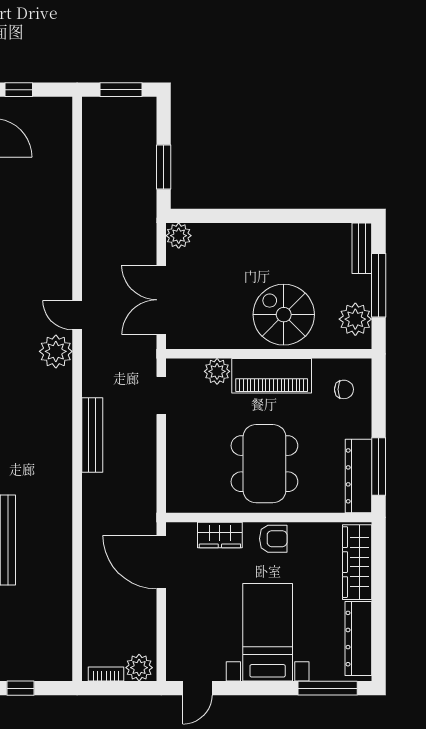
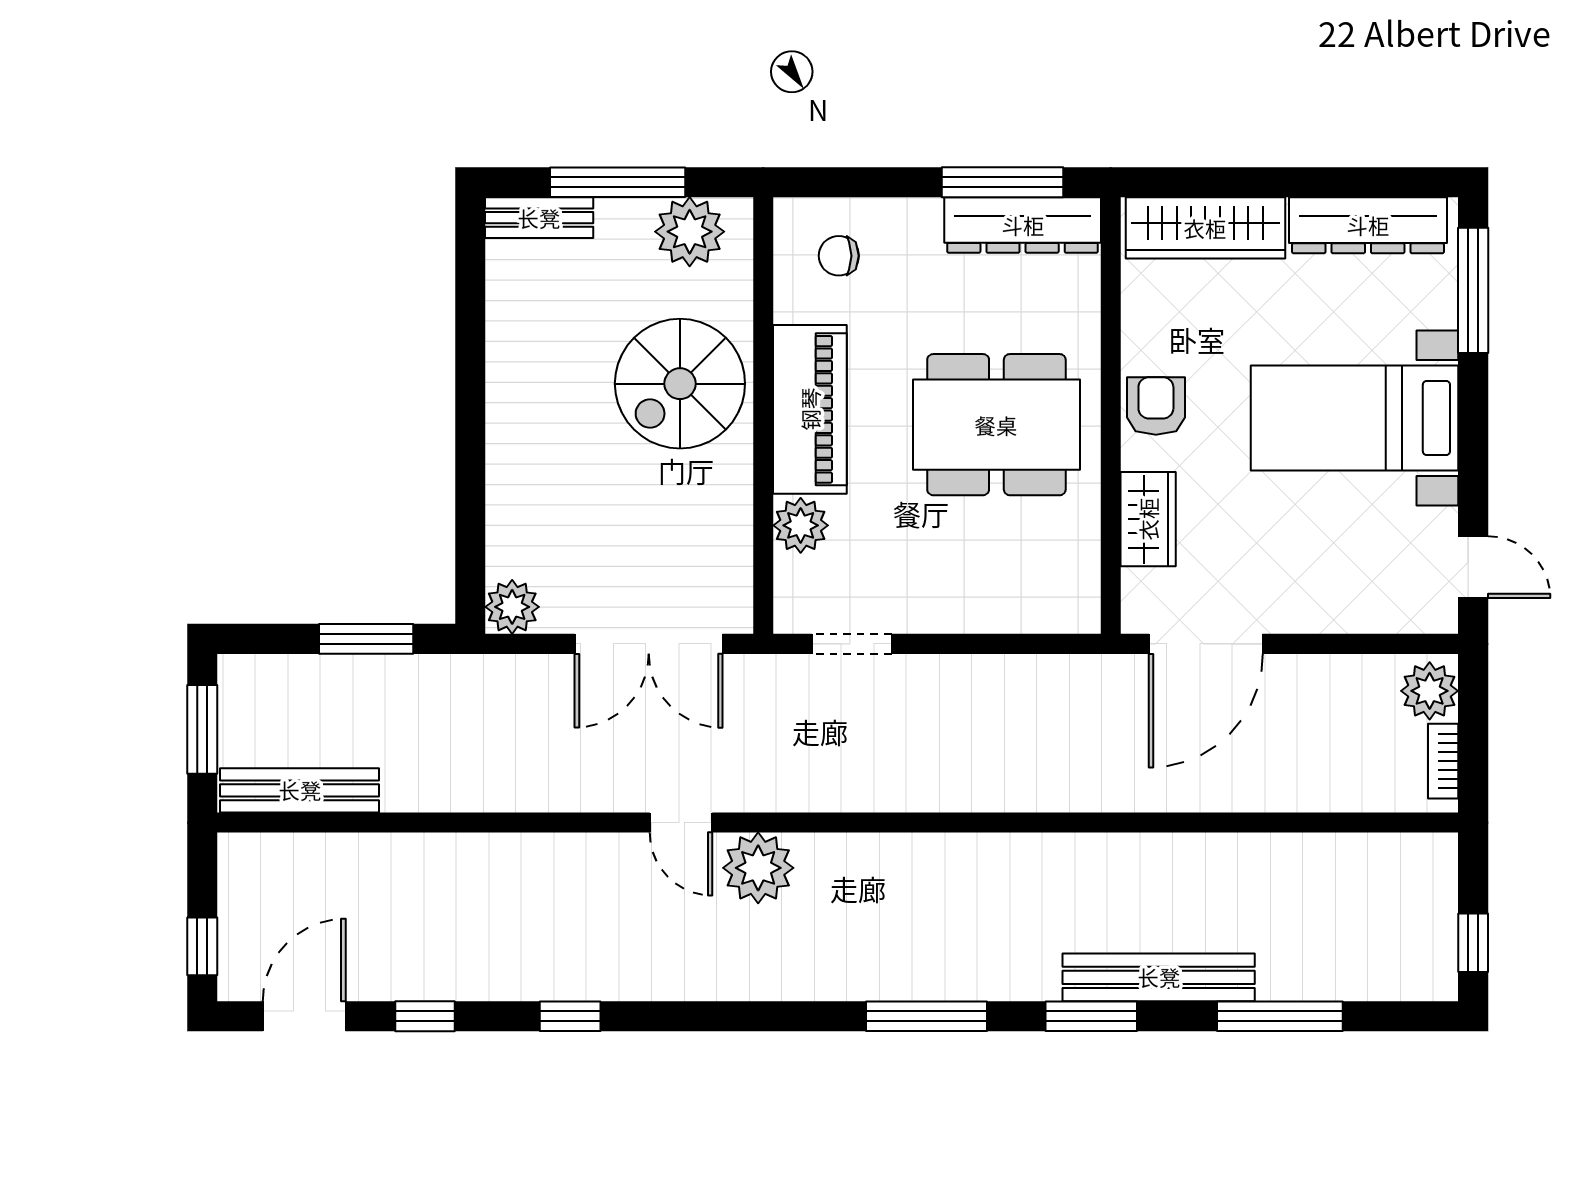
door: (77, 315) -> (681, 823), hinge flipped
chair: (344, 389) -> (839, 256), turned -90
bench: (92, 435) -> (300, 790), moved

